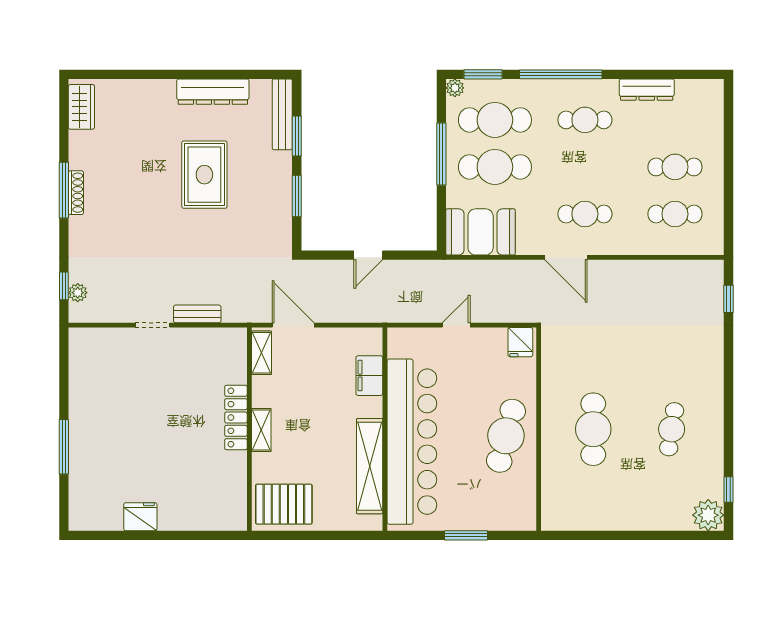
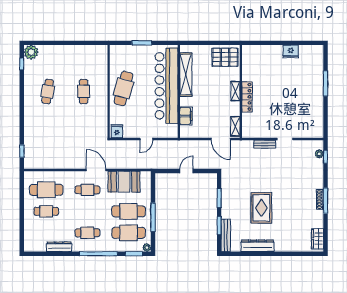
cafe table: (675, 214) -> (46, 190), width x1.37, depth x1.35
booth: (481, 232) -> (124, 182), moved
cafe table: (593, 429) -> (84, 91), width x0.73, depth x0.74

